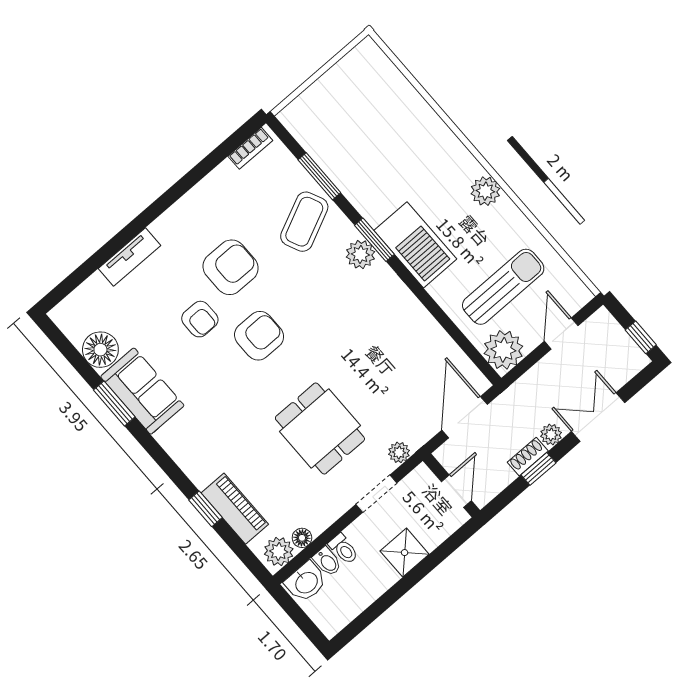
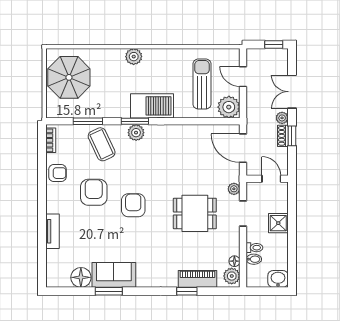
parasol: (357, 99) -> (69, 77), added
plant: (485, 191) -> (134, 57), moved
armchair: (200, 319) -> (57, 173), moved
washbasin: (306, 582) -> (278, 279), moved, turned -90

